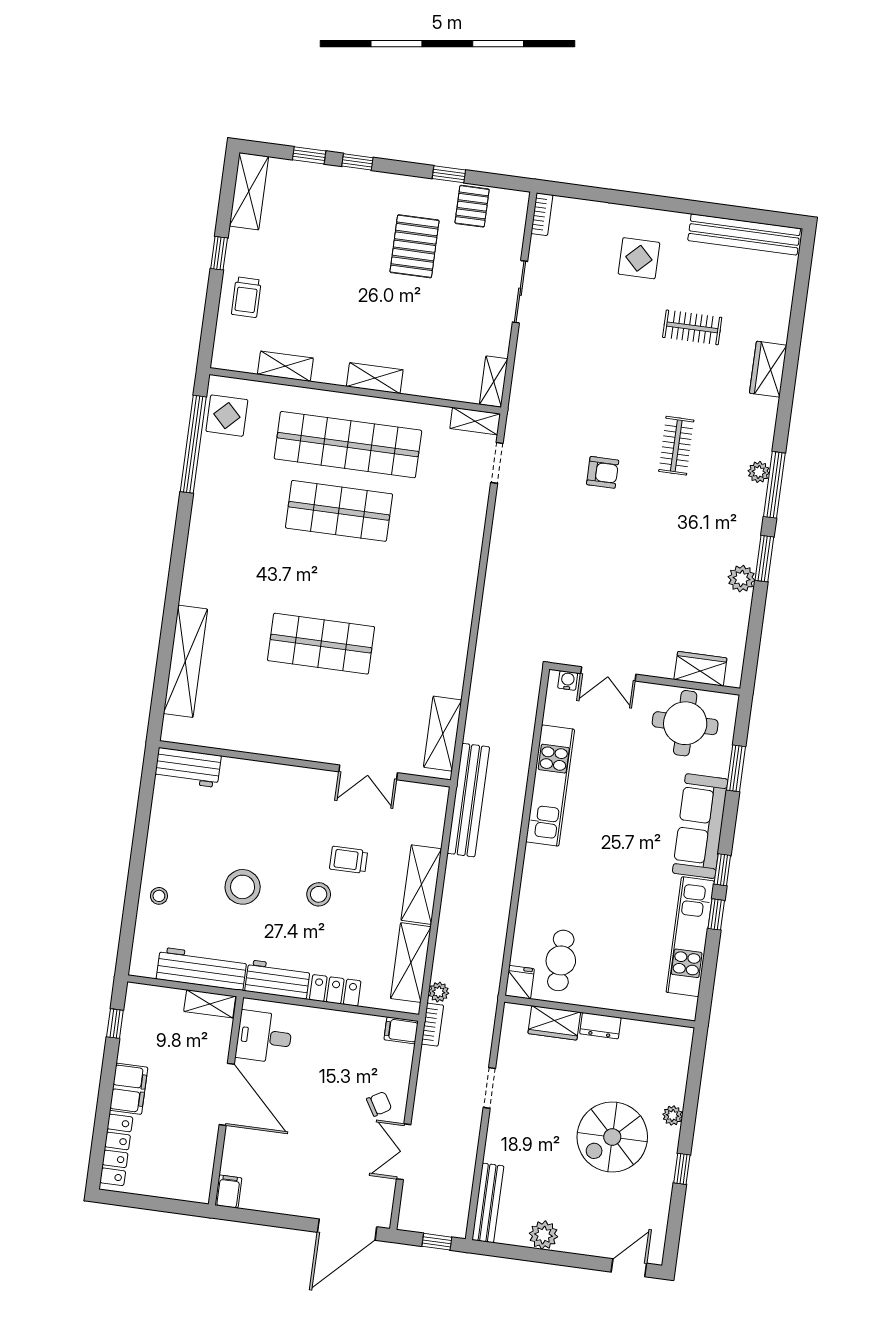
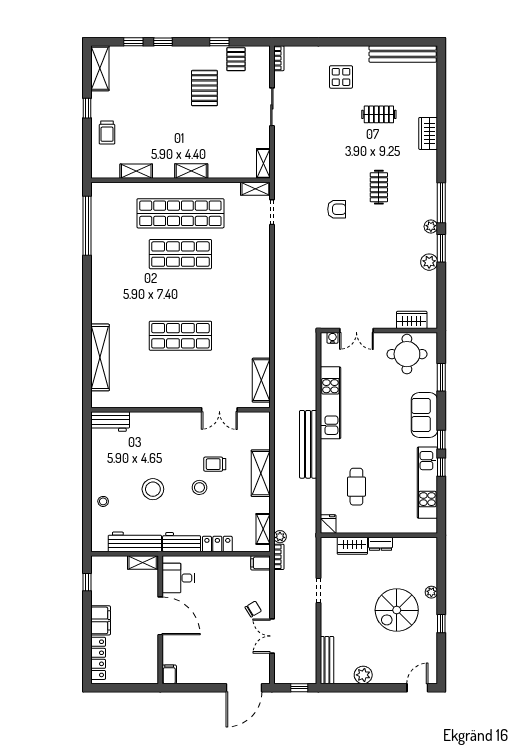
display table: (227, 416) -> (105, 206), removed
plant: (759, 472) -> (431, 227), moved
bench: (468, 800) -> (308, 444), moved
sofa: (700, 826) -> (424, 415), width x0.73
cafe table: (561, 960) -> (356, 487), moved
shelving: (411, 963) -> (263, 529), width x0.67, depth x0.75

